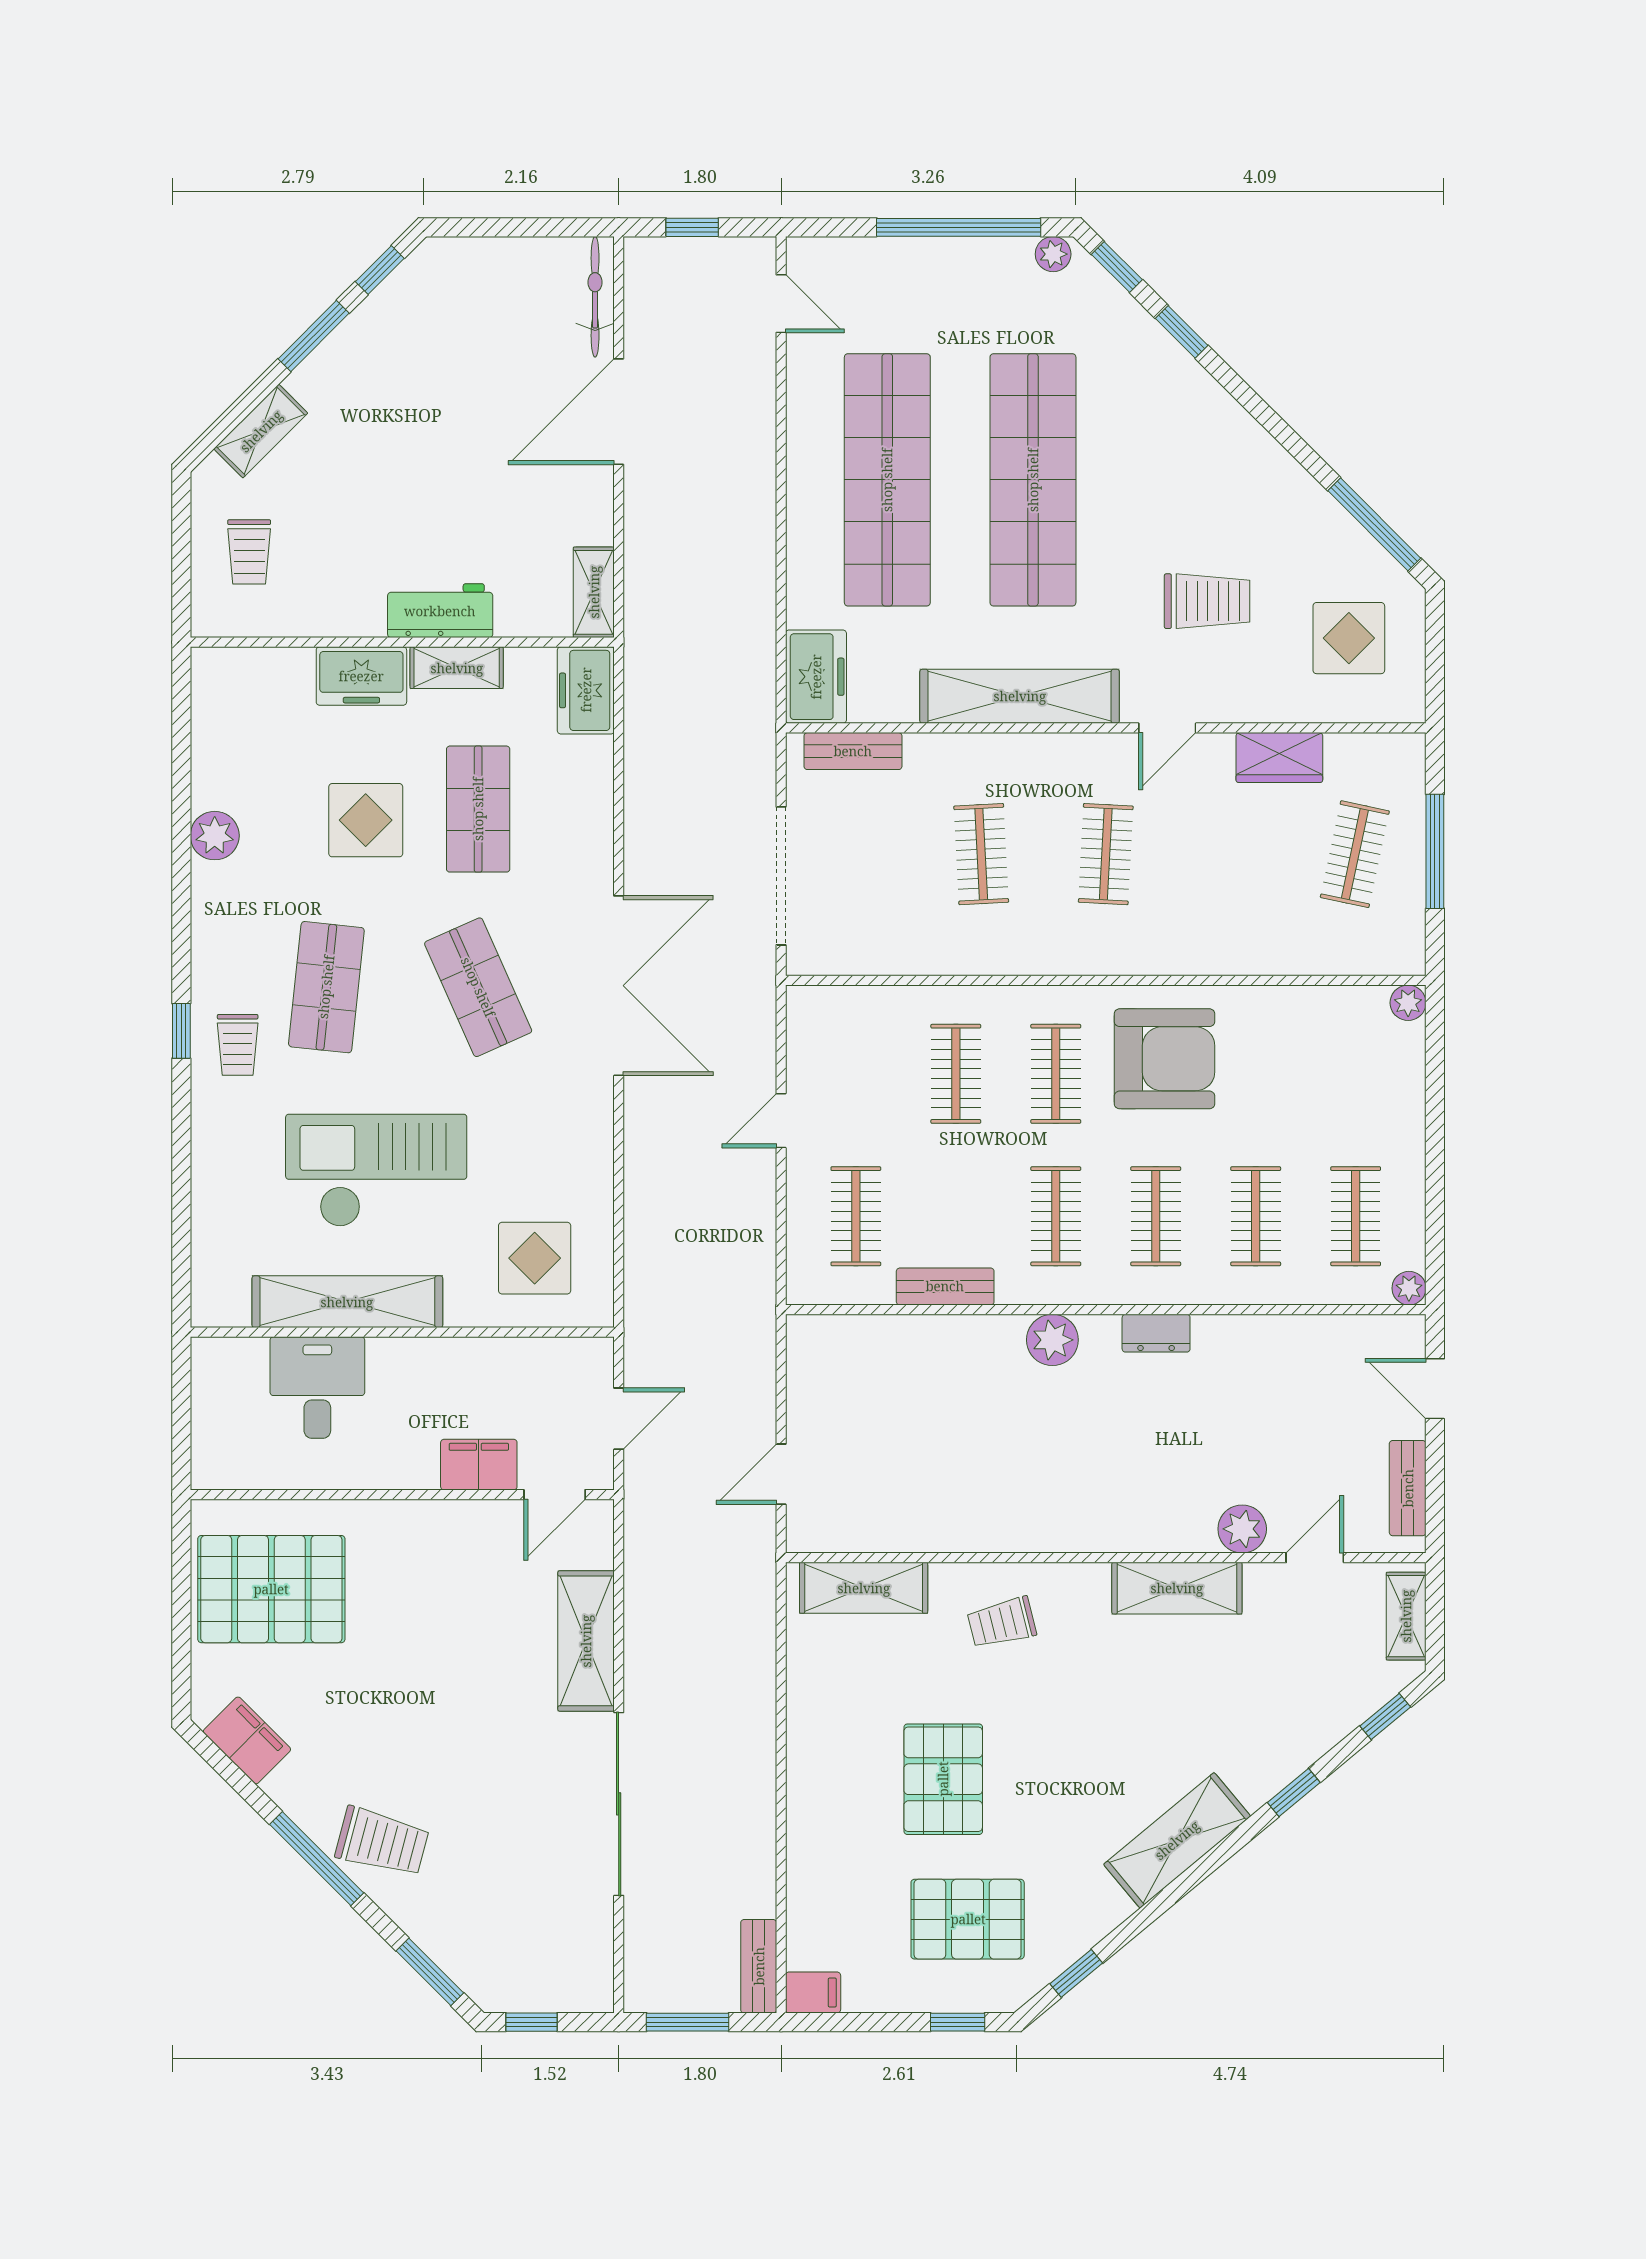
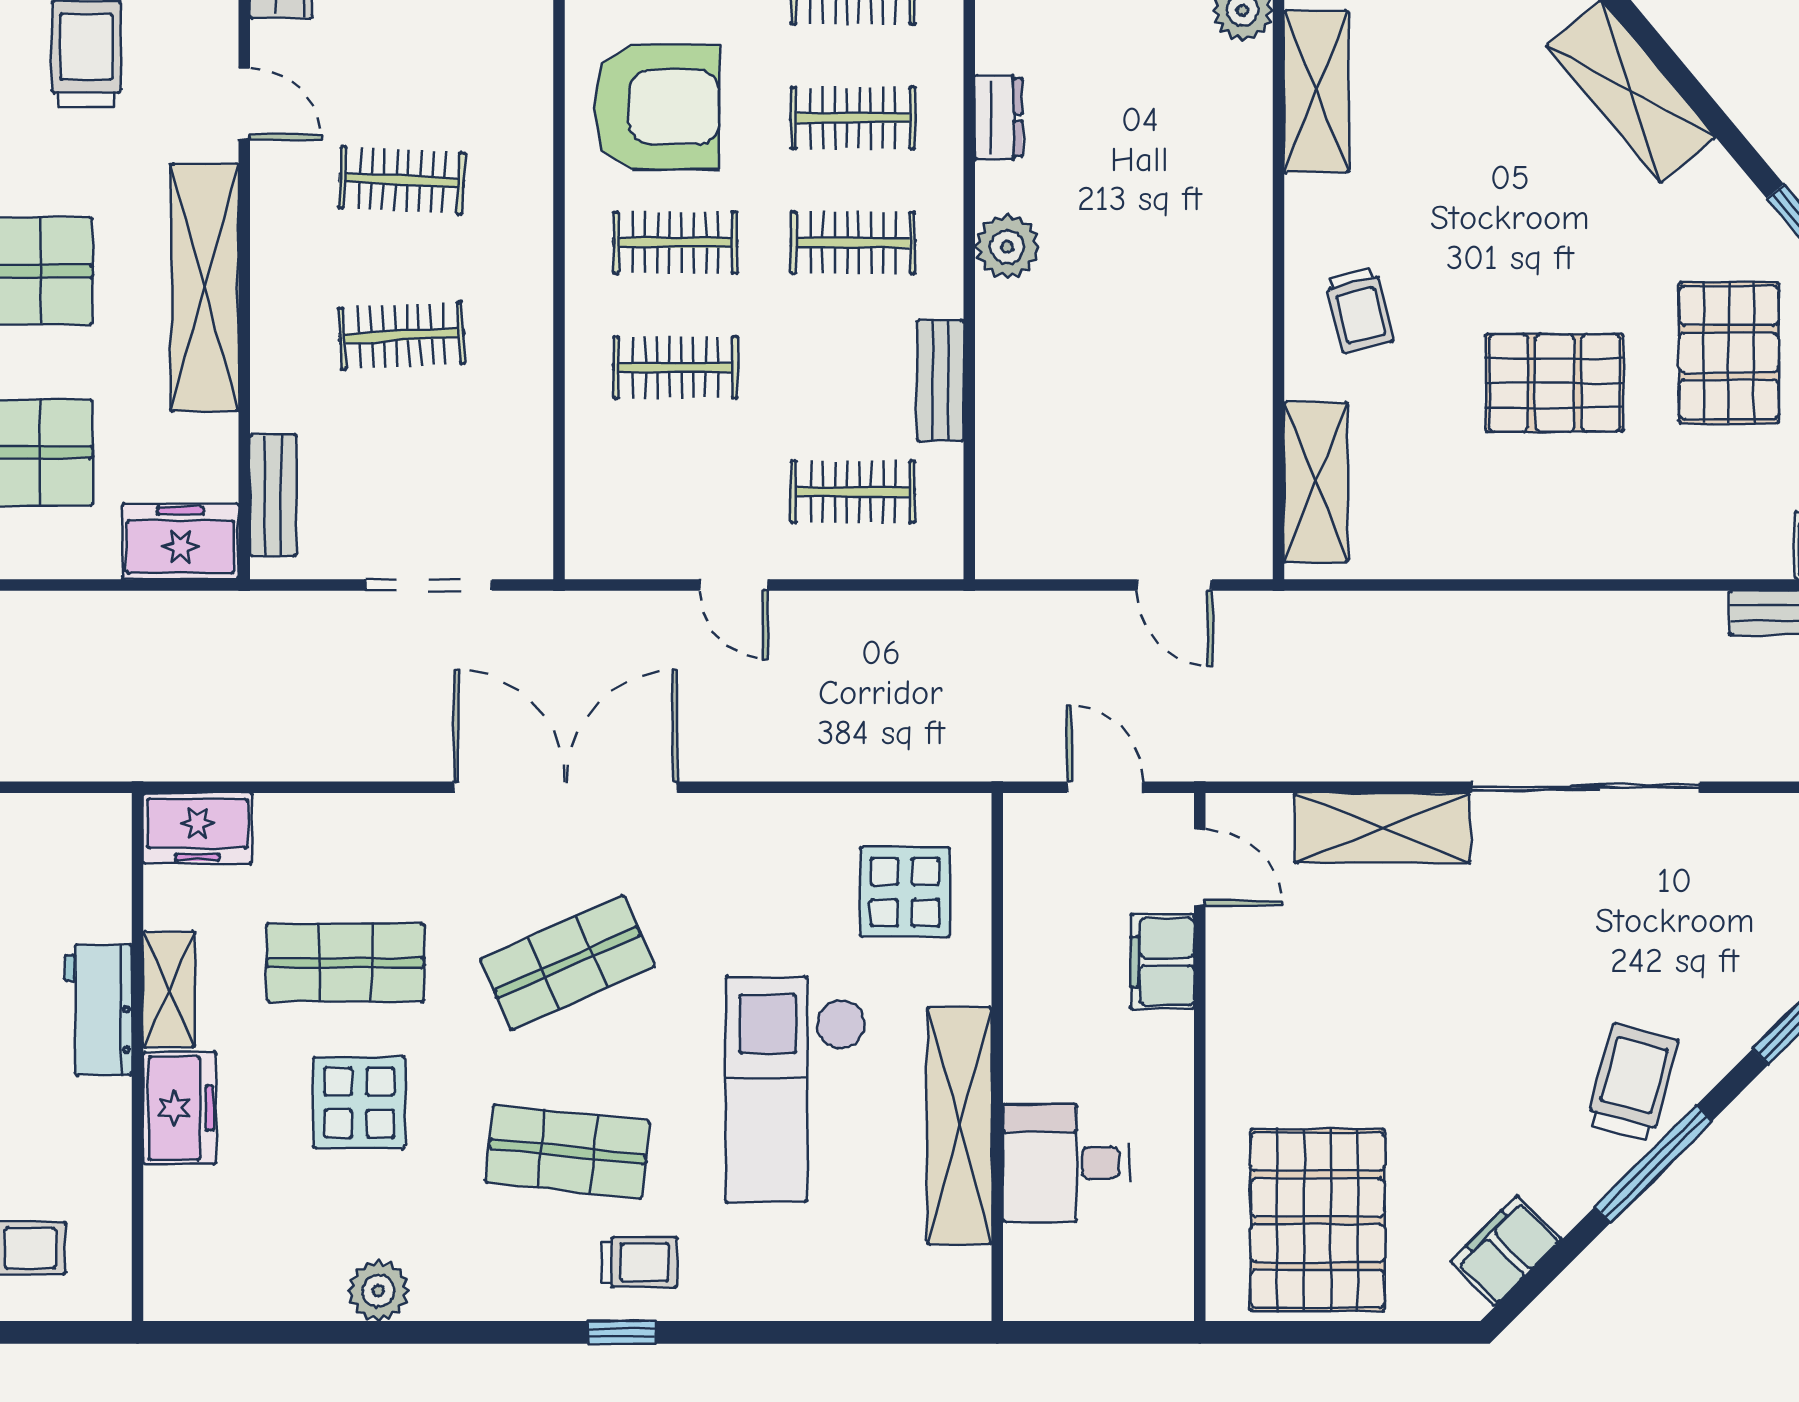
shelving: (594, 592) -> (75, 818), removed
doorway: (781, 876) -> (429, 585), width x0.73
armchair: (1165, 1059) -> (657, 107), turned 90

